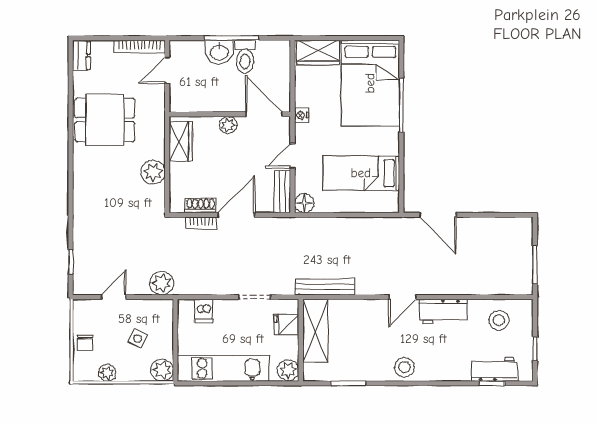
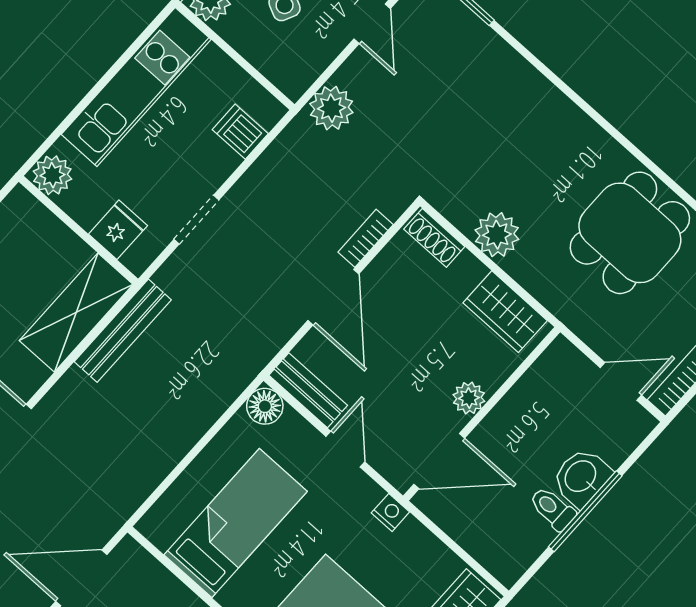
toilet: (245, 57) -> (552, 509), width x0.73, depth x0.72
door: (167, 70) -> (621, 381), hinge flipped
shoe rack: (201, 205) -> (434, 238), moved, turned 90
shelving: (315, 331) -> (76, 313), moved, turned 90

